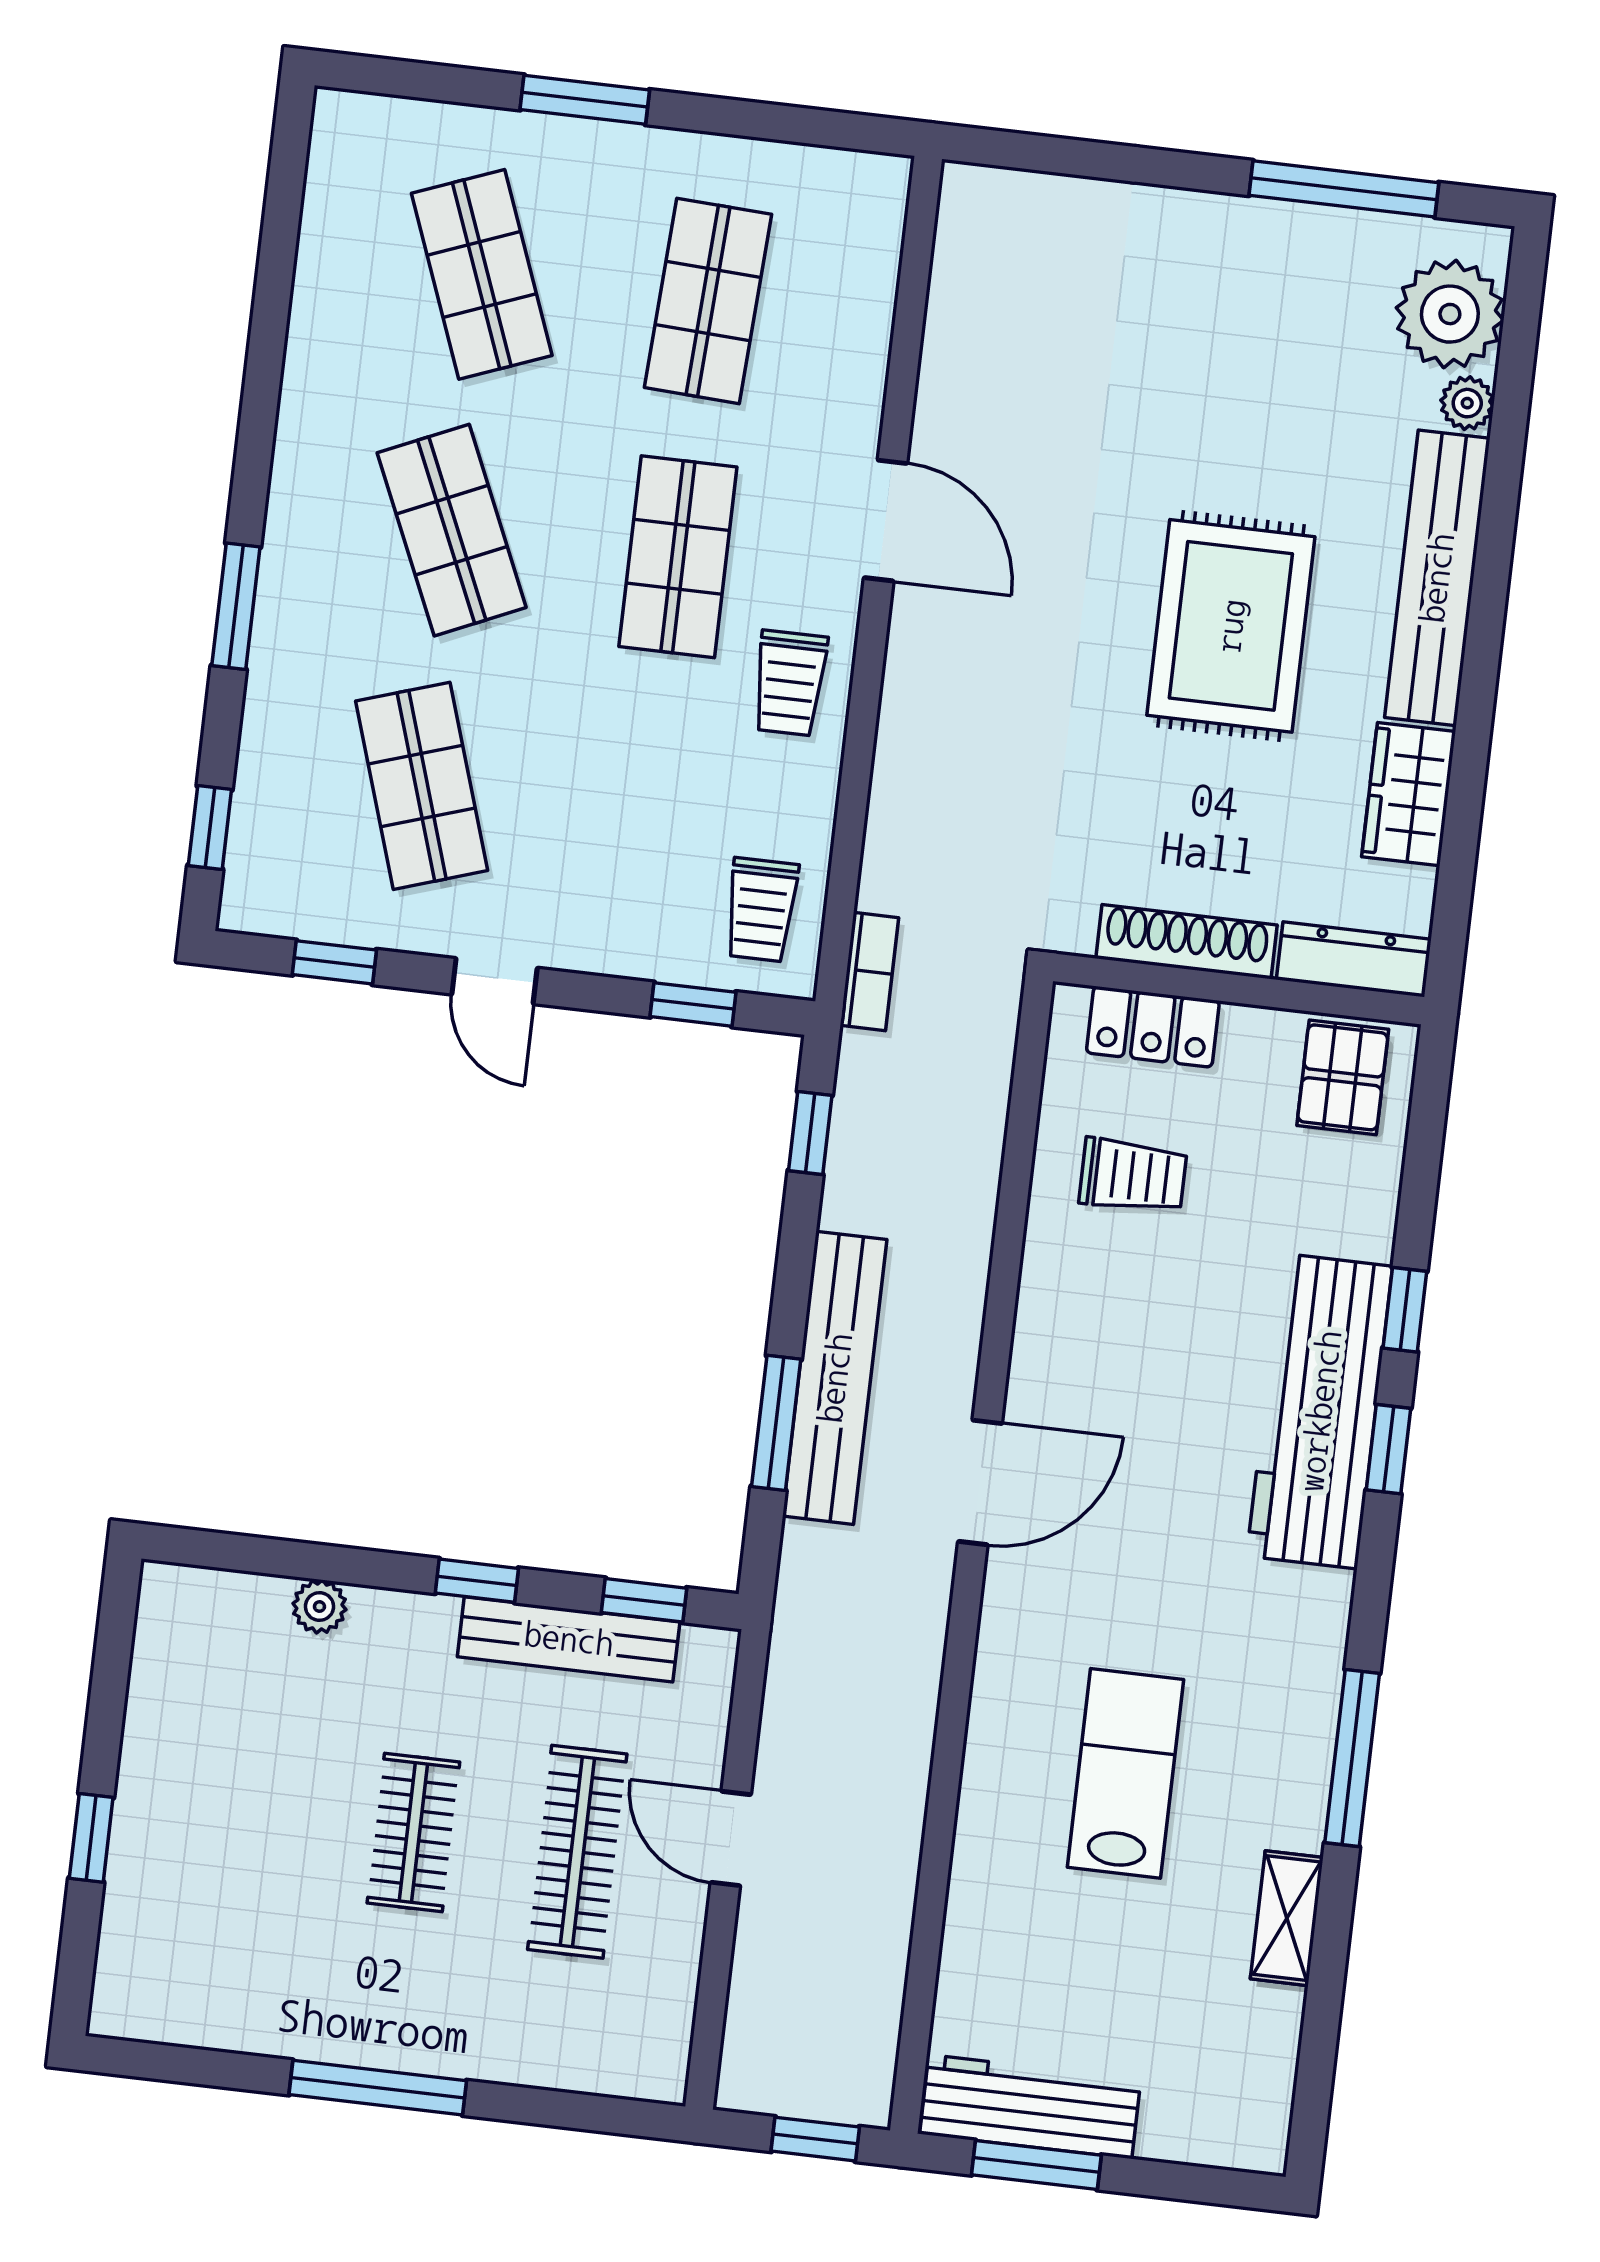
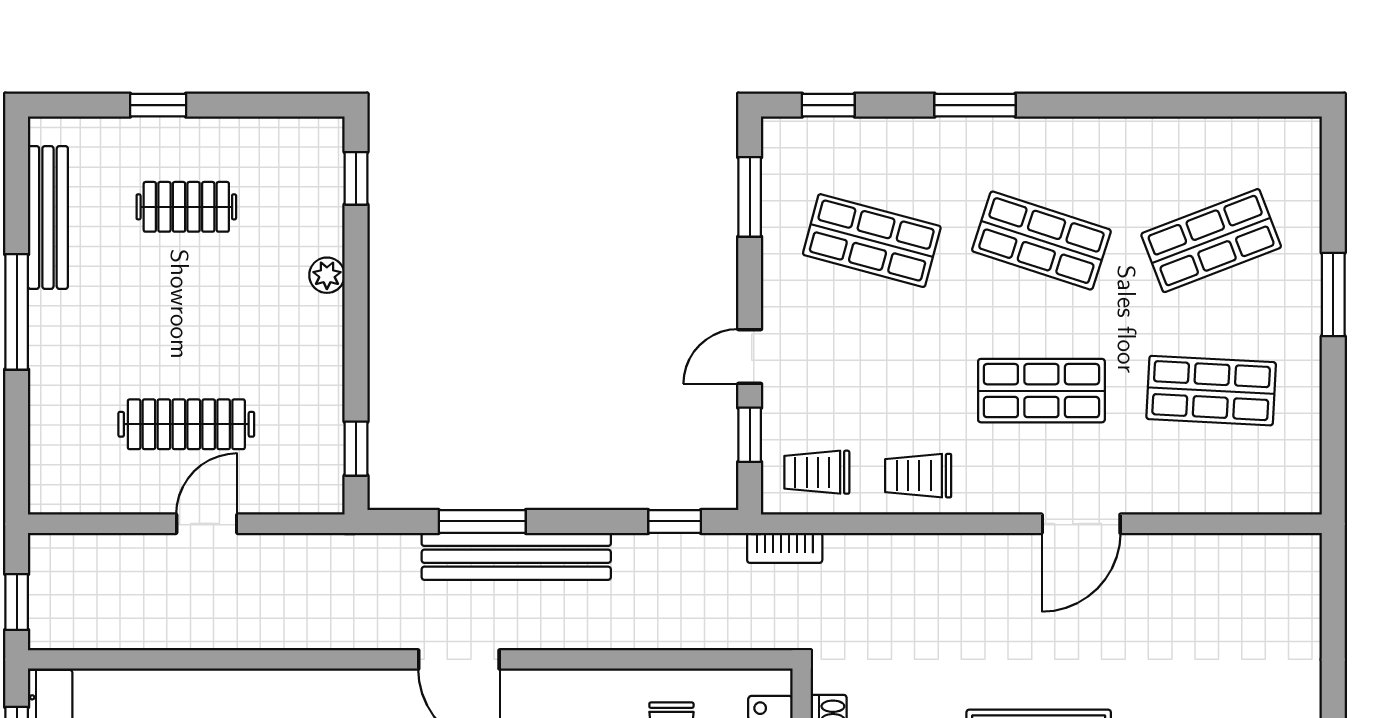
shop shelf: (452, 530) -> (1041, 241), turned 42
trolley: (790, 683) -> (918, 476), moved
shop shelf: (422, 786) -> (872, 241), turned 33
window: (334, 962) -> (750, 197), width x1.50
door: (495, 981) -> (750, 356), moved
window: (477, 1581) -> (356, 178), moved
plant: (319, 1607) -> (327, 275), moved
bench: (569, 1639) -> (48, 217), moved
clothes rail: (413, 1833) -> (186, 207), moved

